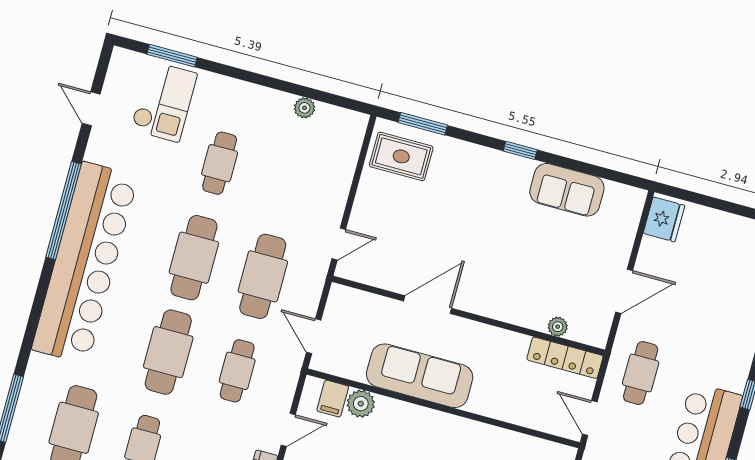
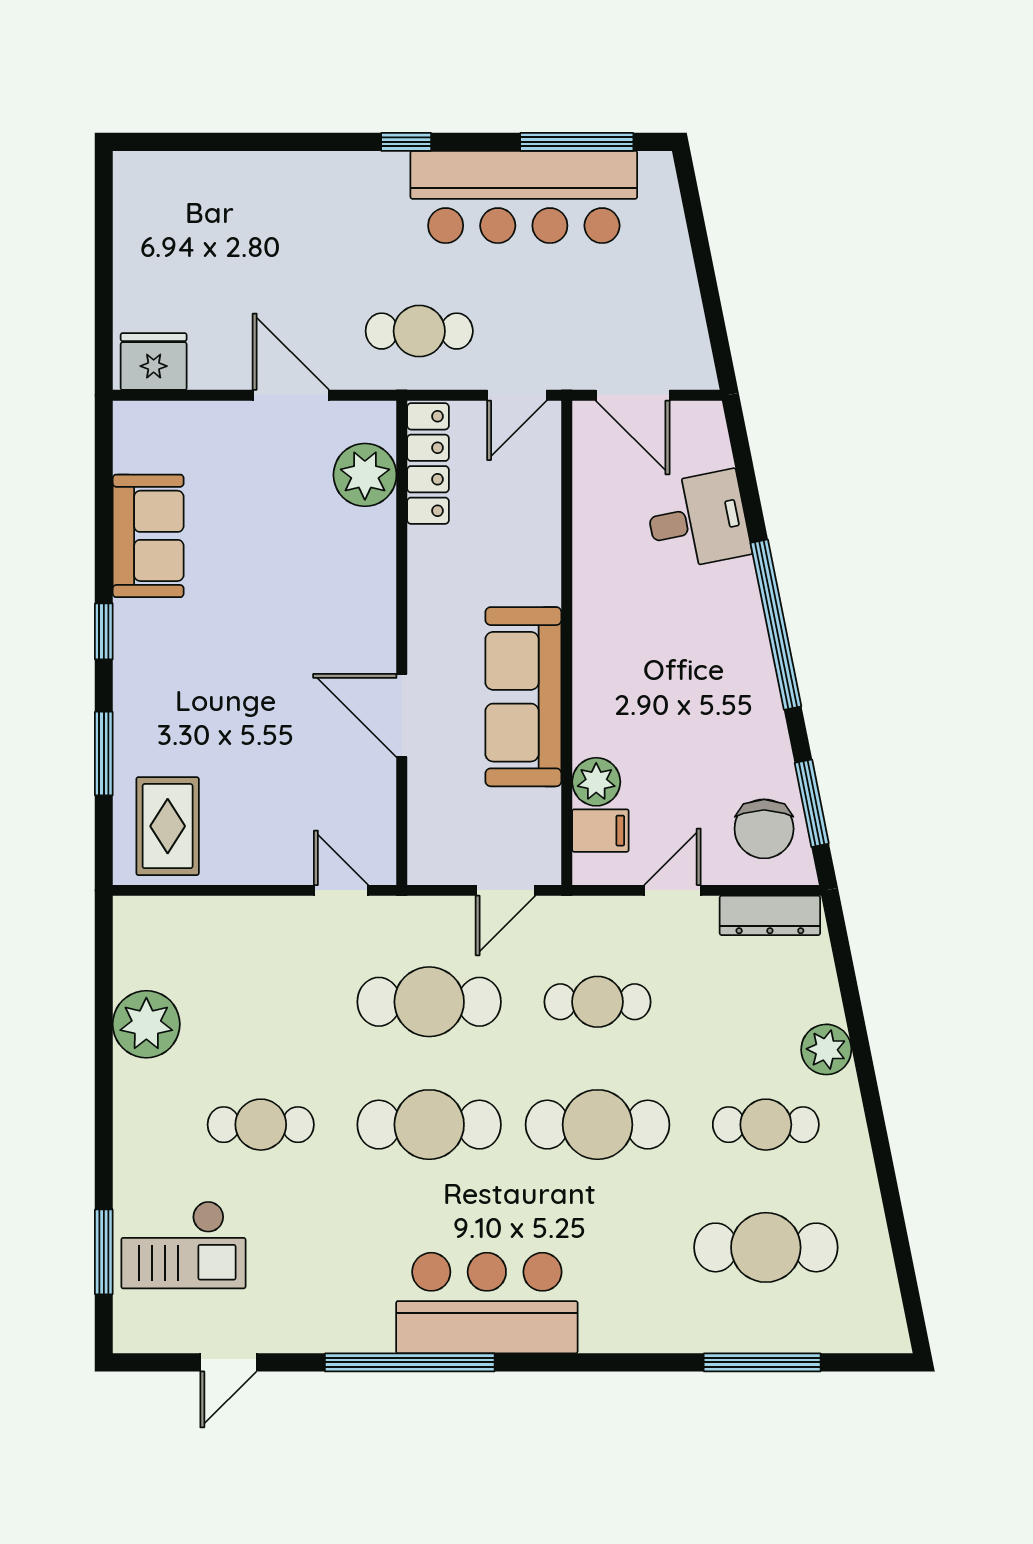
checkout: (164, 101) -> (183, 1245), turned 180
plant: (304, 108) -> (146, 1024), width x1.87, depth x1.87
window: (423, 124) -> (104, 754), moved
bar counter: (85, 263) -> (487, 1303), width x0.54
plant: (558, 327) -> (365, 475), width x1.88, depth x1.88
door: (288, 430) -> (672, 890), hinge flipped

